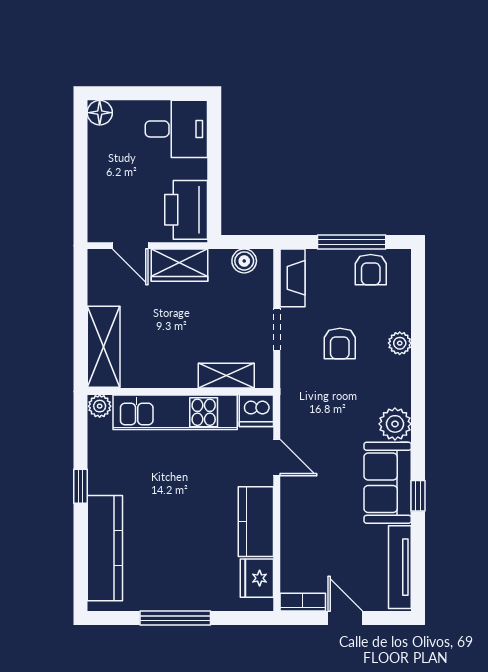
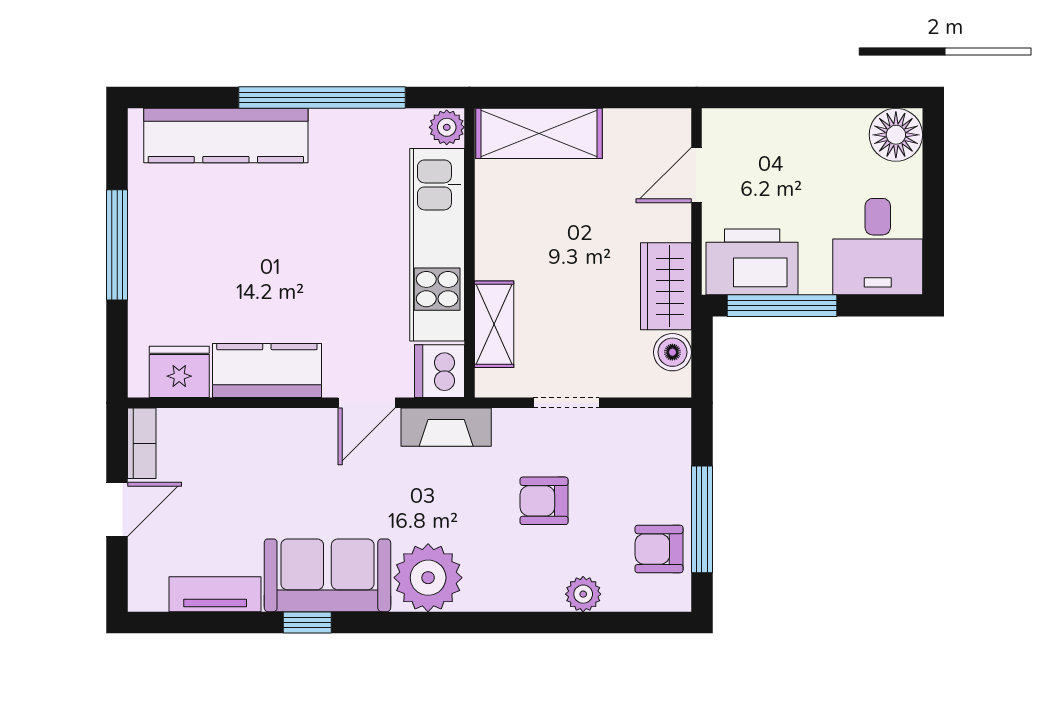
floor lamp: (100, 113) -> (896, 135), width x1.38, depth x1.38
window: (214, 191) -> (782, 306), added
wardrobe: (180, 265) -> (666, 286), moved
fireplace: (292, 278) -> (446, 427), moved
plant: (400, 343) -> (583, 594), moved
plant: (395, 424) -> (428, 578), width x1.36, depth x1.36
window: (80, 486) -> (322, 97), width x3.17
tv unit: (400, 567) -> (215, 594), width x0.71

